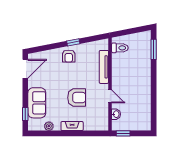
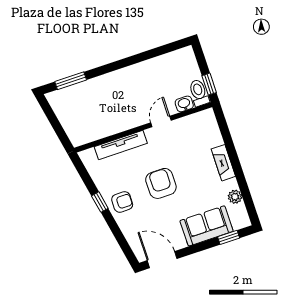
toilet: (120, 48) -> (199, 93), moved
armchair: (77, 98) -> (161, 183), moved

